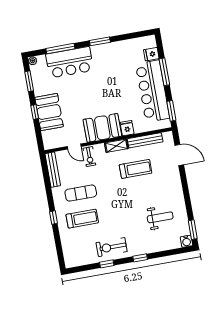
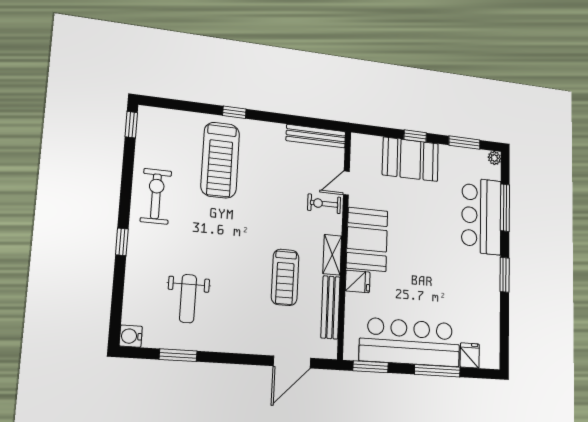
exercise mat: (81, 193) -> (265, 171), removed
treadmill: (82, 219) -> (220, 160), width x1.37, depth x1.38
window: (193, 230) -> (178, 355), moved
window: (107, 264) -> (131, 125), moved

